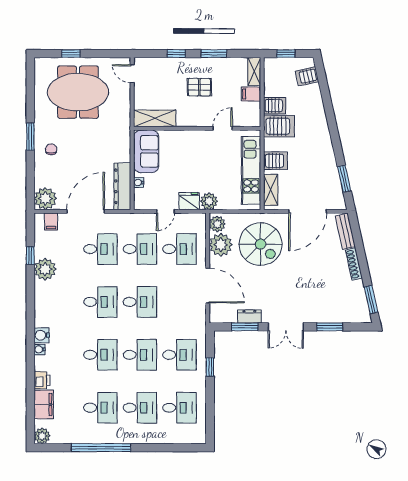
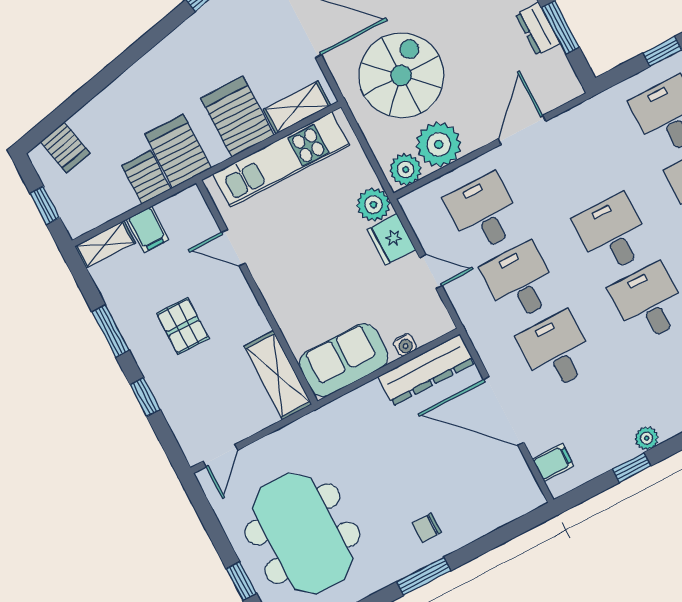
server rack: (275, 161) -> (237, 117), width x1.36, depth x1.44
plant: (45, 199) -> (518, 493), removed
plant: (45, 269) -> (647, 438), width x0.53, depth x0.53
door: (208, 286) -> (522, 130), width x0.73

